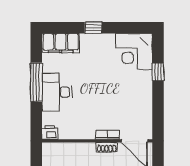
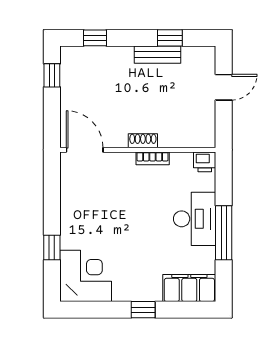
bookcase: (108, 135) -> (153, 158), moved
shoe rack: (107, 147) -> (143, 141), moved

